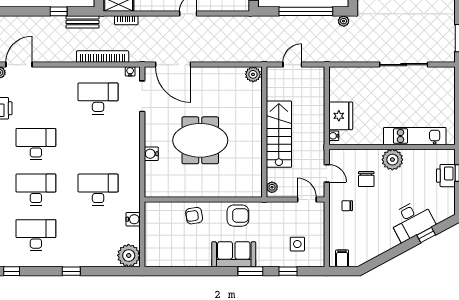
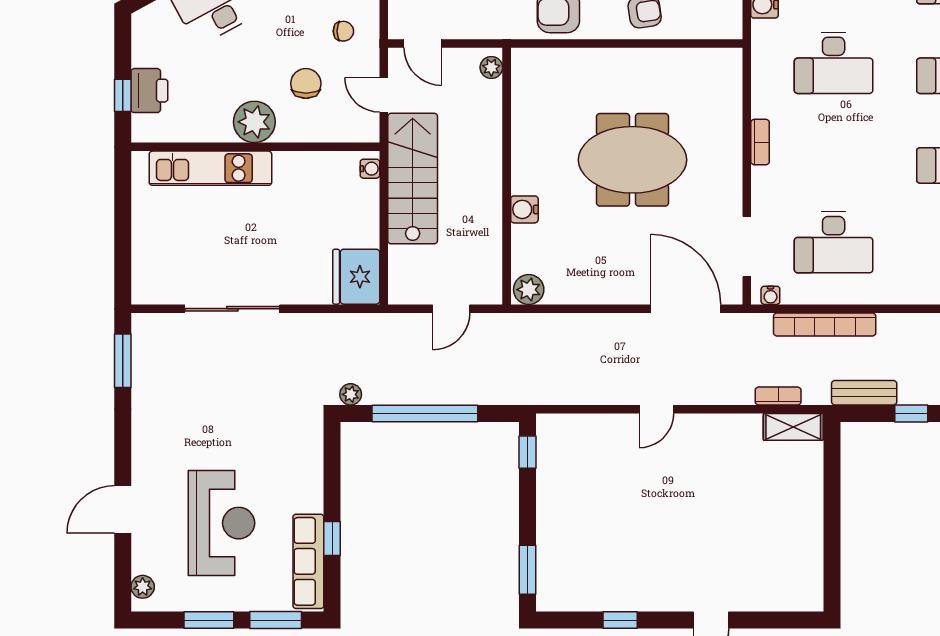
fridge: (341, 116) -> (356, 277), moved
stairs: (279, 134) -> (413, 179), moved, turned 180
bookcase: (135, 149) -> (760, 142), added
water cooler: (151, 154) -> (524, 209), moved, turned 180

